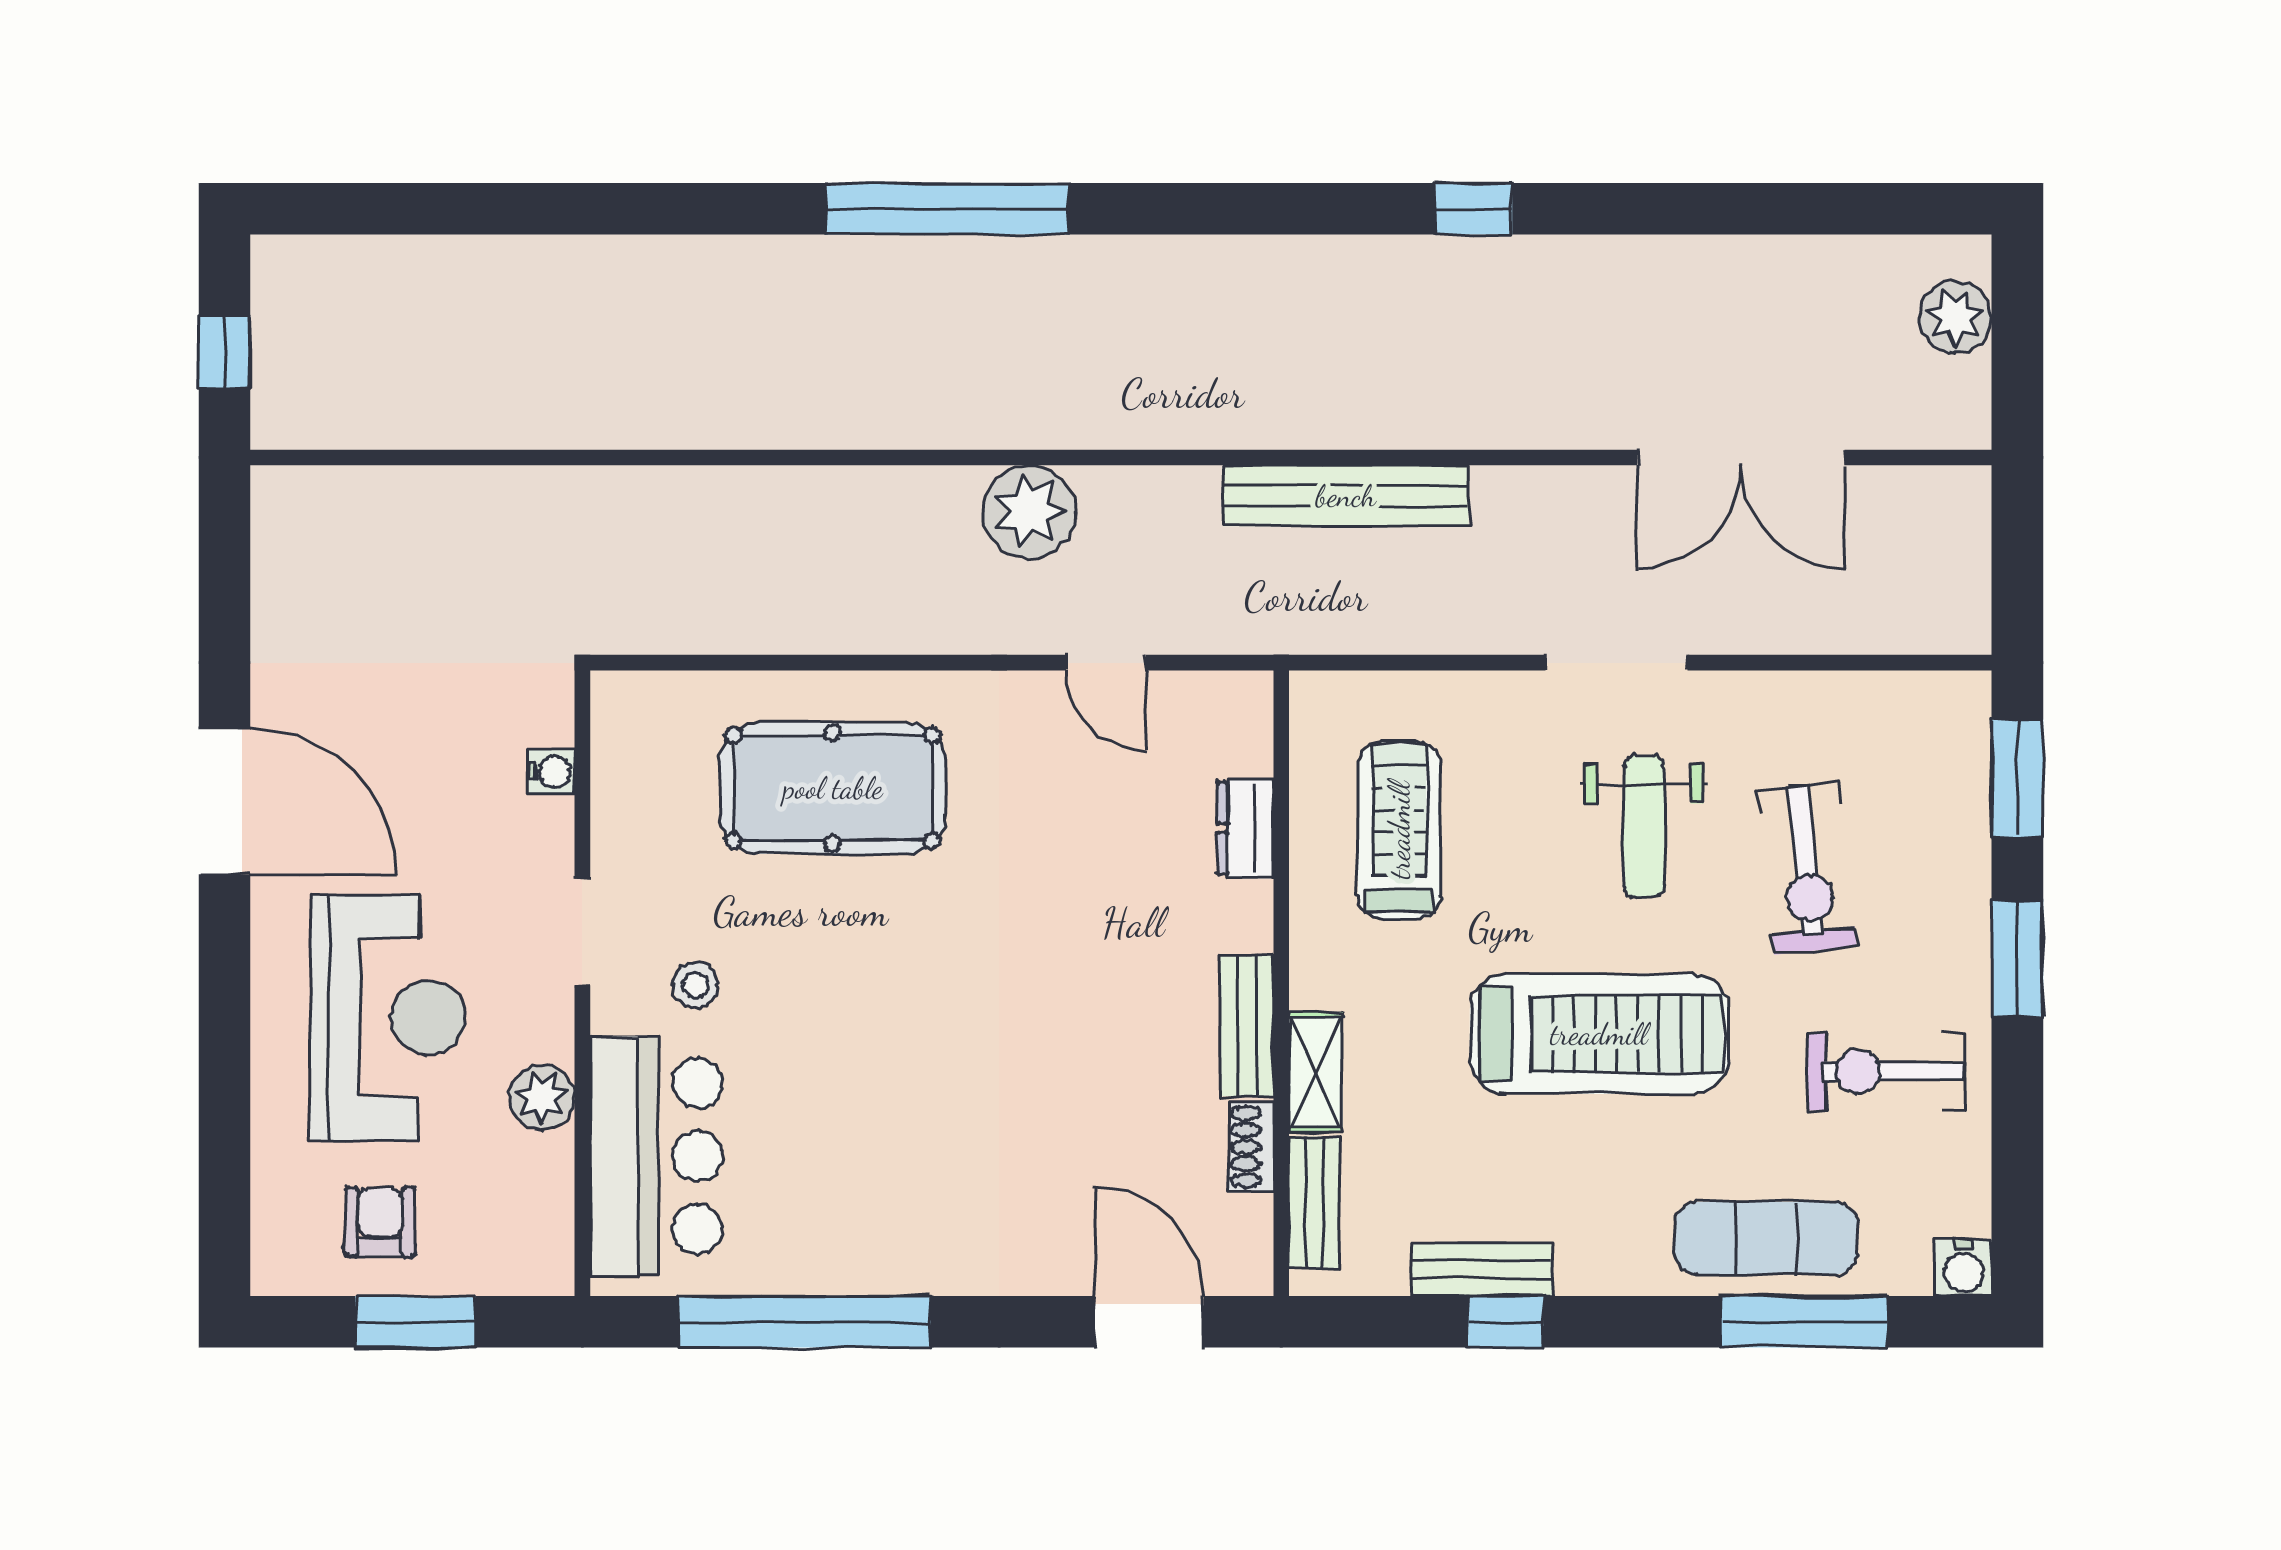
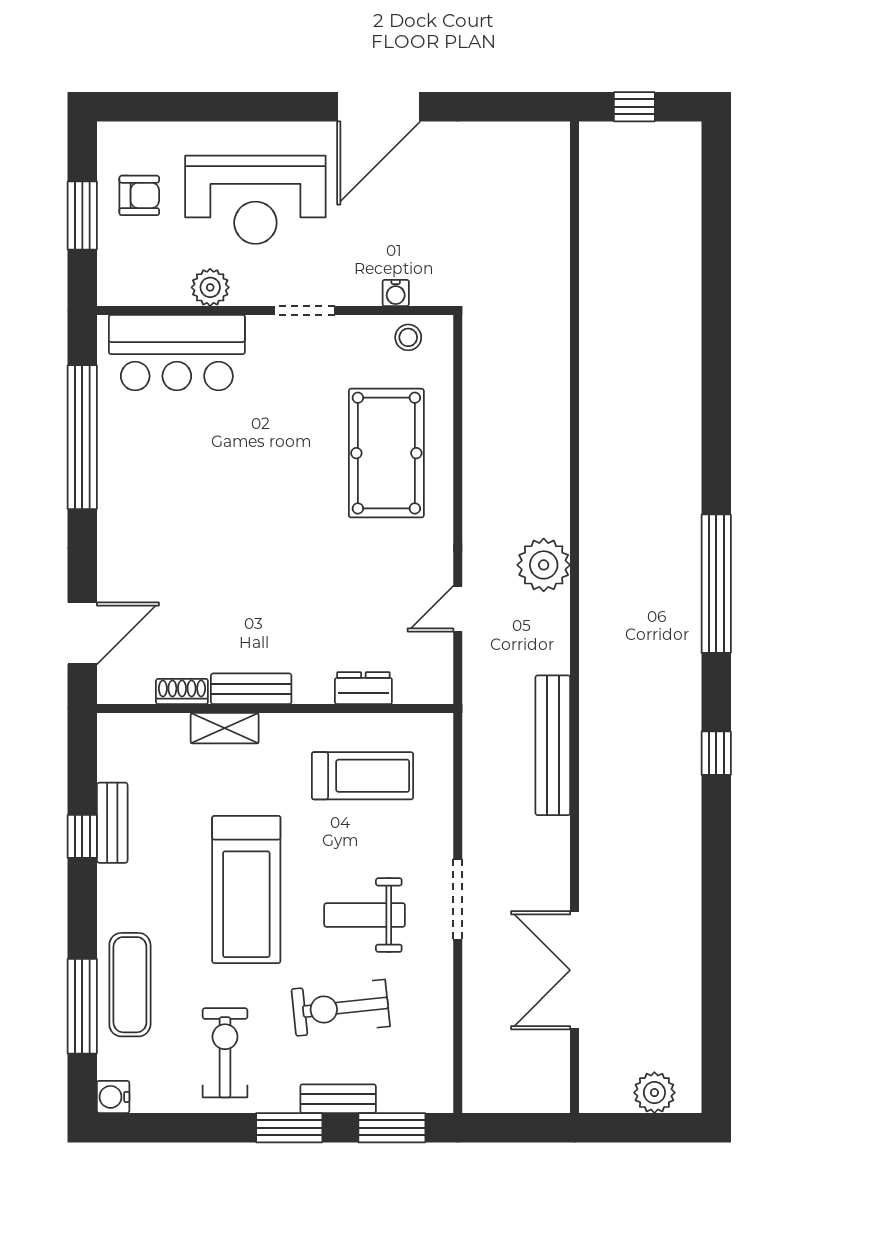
window: (947, 209) -> (716, 584), moved
window: (1474, 209) -> (716, 753), moved
stool: (696, 985) -> (408, 337), moved
bench: (1314, 1203) -> (338, 1099), moved

